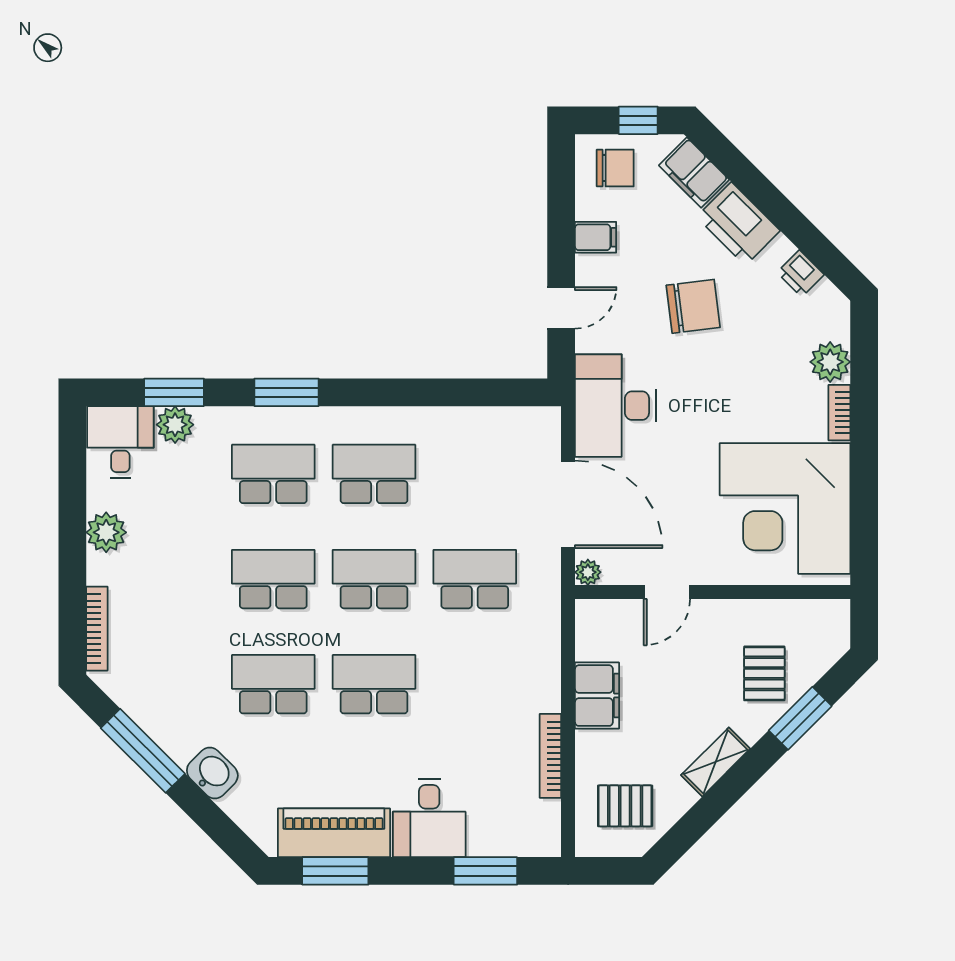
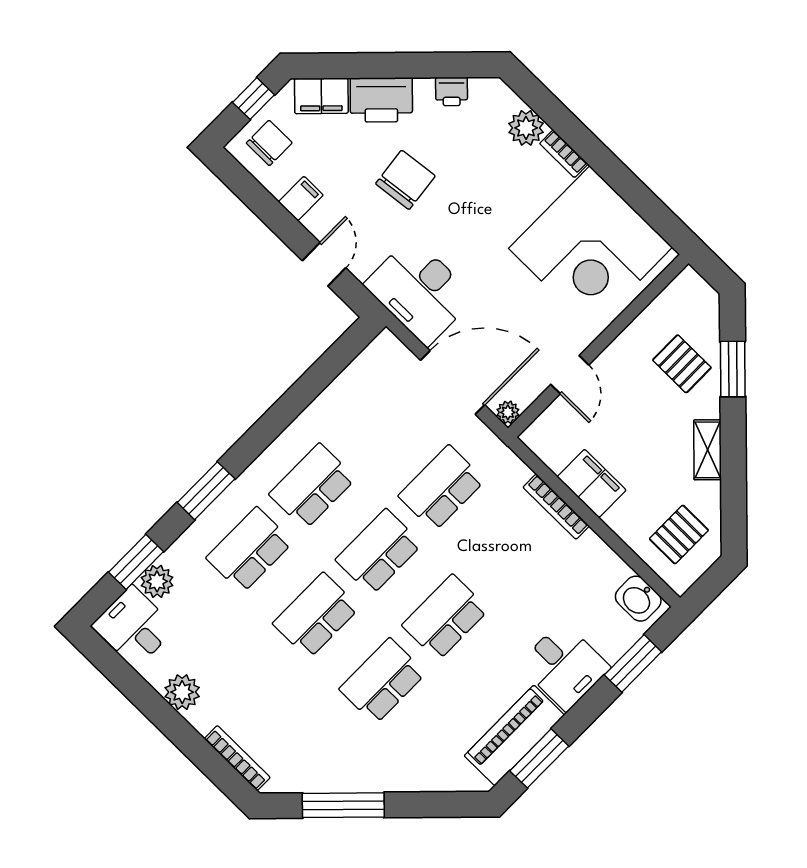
bookcase: (550, 756) -> (556, 507), moved
washbasin: (212, 773) -> (638, 599), moved, turned -135

